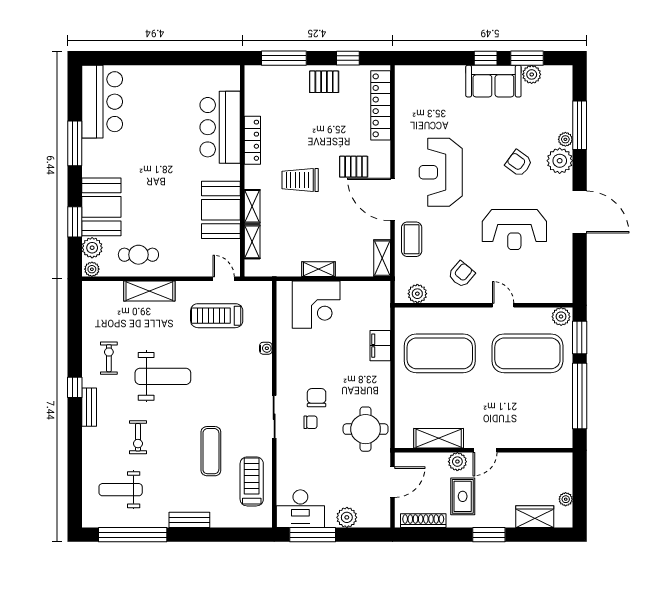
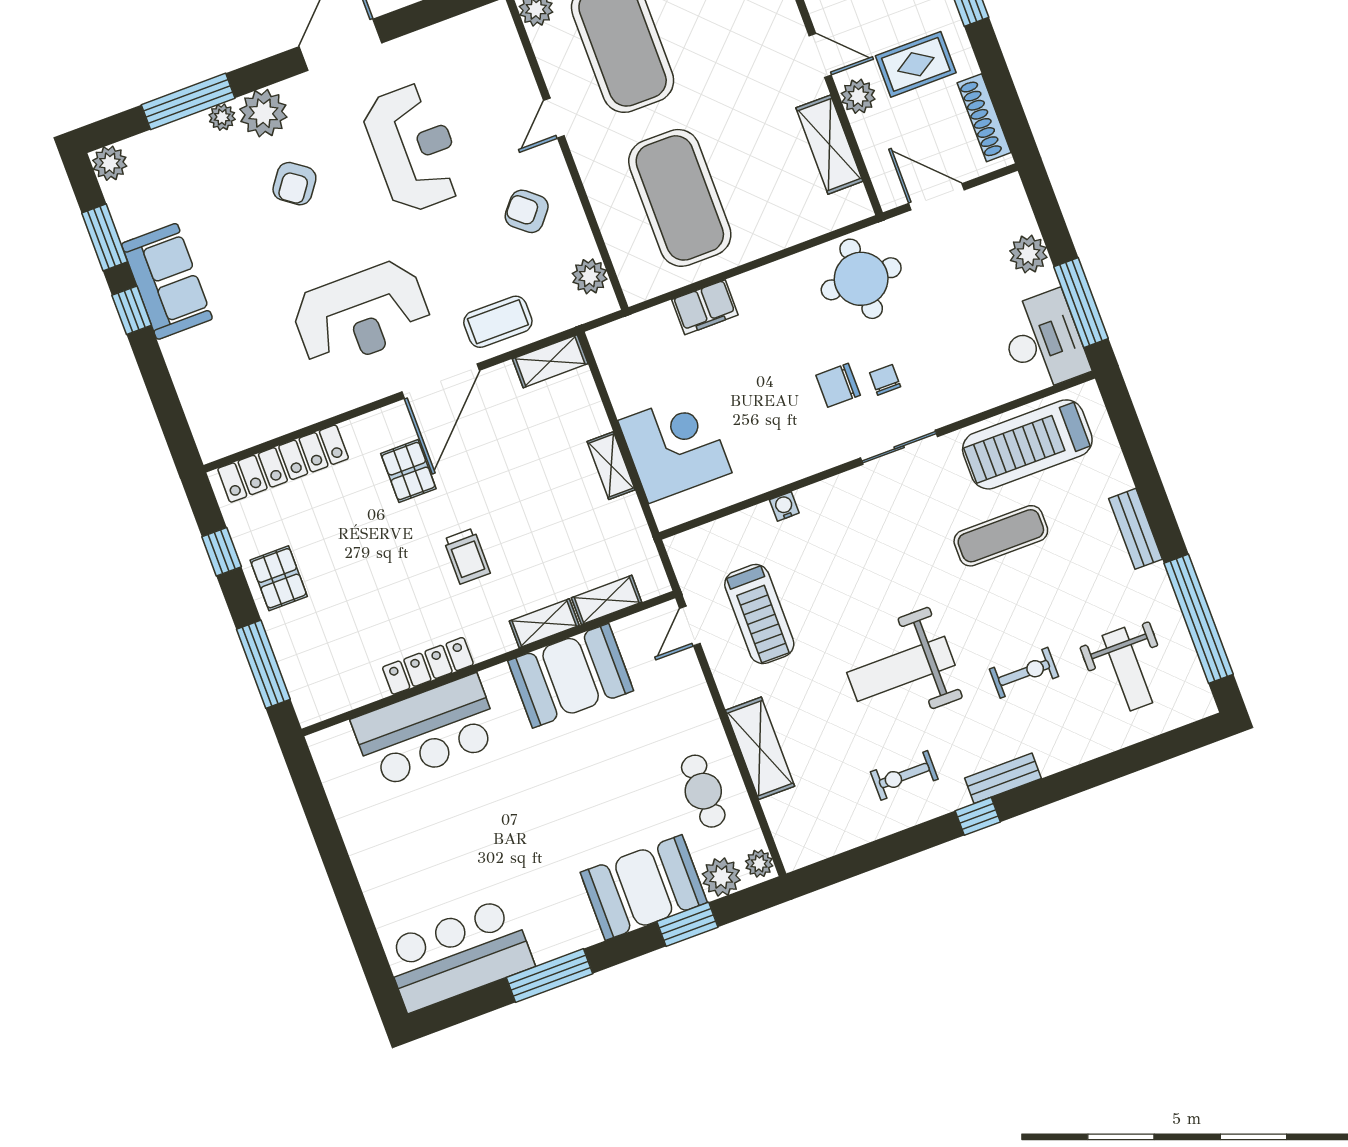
plant: (532, 74) -> (110, 163), moved
trolley: (300, 180) -> (467, 556), width x0.73, depth x0.72
weight bench: (163, 376) -> (901, 669), turned -90
treadmill: (252, 481) -> (1027, 444), width x1.37, depth x1.38

